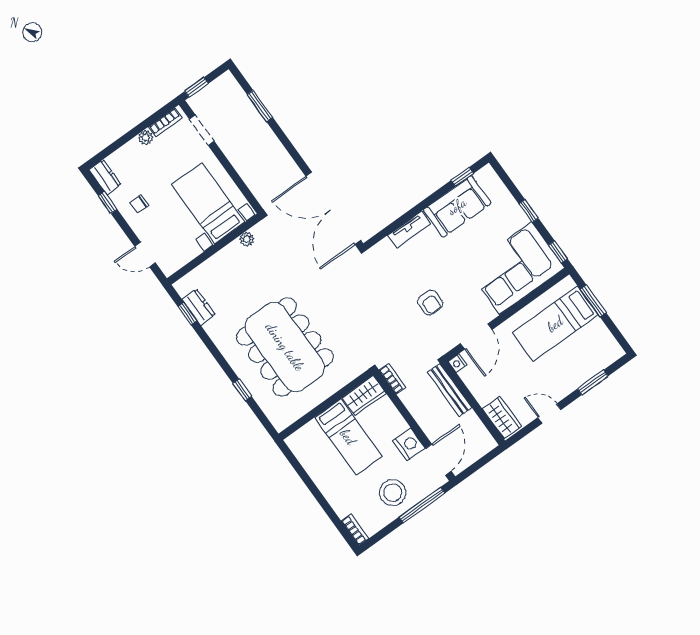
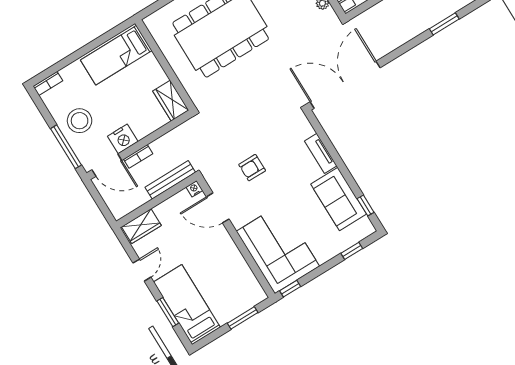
window: (529, 211) -> (352, 251), moved
bed: (555, 324) -> (187, 305), moved
bookcase: (393, 379) -> (138, 156), moved
bed: (348, 437) -> (116, 55), moved

